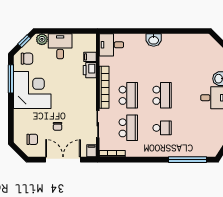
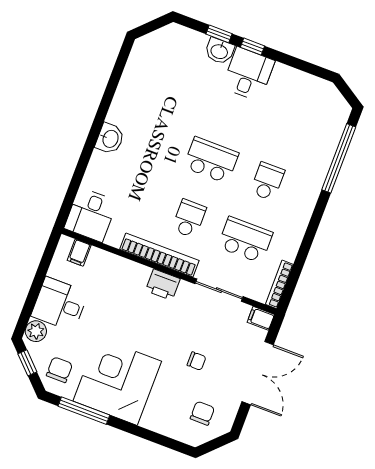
filing cabinet: (90, 57) -> (79, 253), moved
printer: (90, 70) -> (163, 285), moved
school desk: (128, 95) -> (189, 219), width x0.54
double door: (63, 160) -> (258, 373), swing flipped

